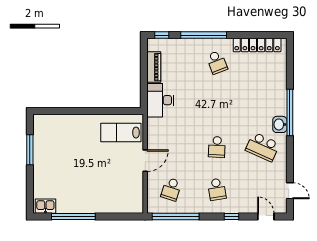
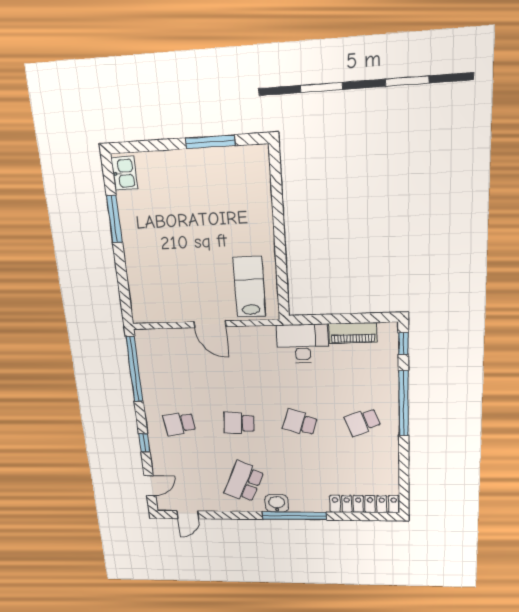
locker: (257, 45) -> (364, 504), moved, turned 90
school desk: (171, 189) -> (300, 423), moved
window: (73, 217) -> (114, 219), width x0.68

